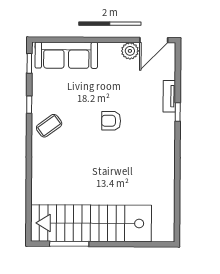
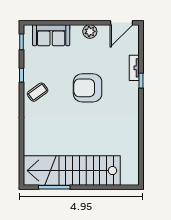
plant: (130, 51) -> (90, 31), moved
sofa: (66, 55) -> (51, 35), width x0.73
armchair: (111, 121) -> (88, 88), width x1.88, depth x1.88

